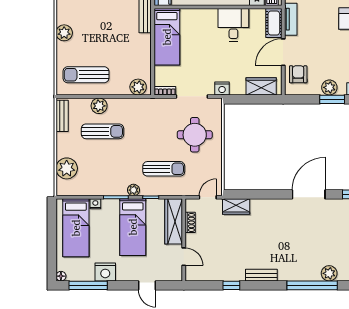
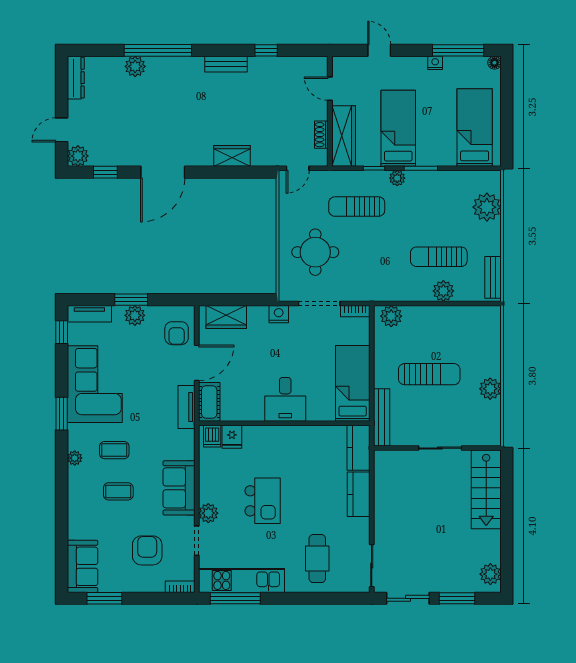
desk: (233, 25) -> (285, 399), moved
sun lounger: (86, 75) -> (429, 374), moved
nightstand: (95, 204) -> (448, 160), removed
wardrobe: (236, 207) -> (232, 156), moved
nightstand: (105, 272) -> (435, 63), width x0.53, depth x0.56

